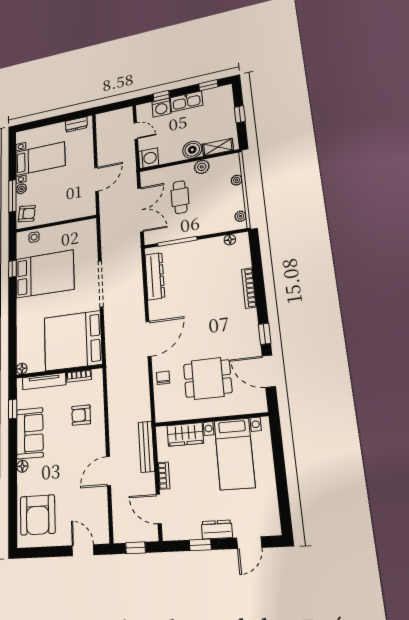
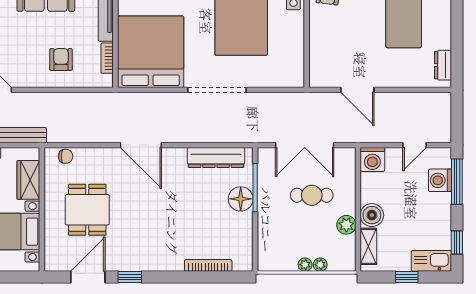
window: (161, 96) -> (457, 182), width x2.17
kitchen sink: (186, 101) -> (431, 261), moved, turned 90
plant: (240, 216) -> (305, 265), moved
floor lamp: (230, 240) -> (241, 199), moved, width x1.89, depth x1.89
bookcase: (249, 288) -> (208, 265), moved
chair: (163, 378) -> (66, 156), moved

